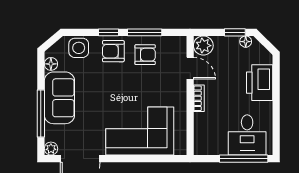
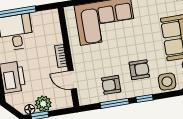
plant: (203, 46) -> (43, 104), moved
armchair: (113, 51) -> (139, 70), moved

